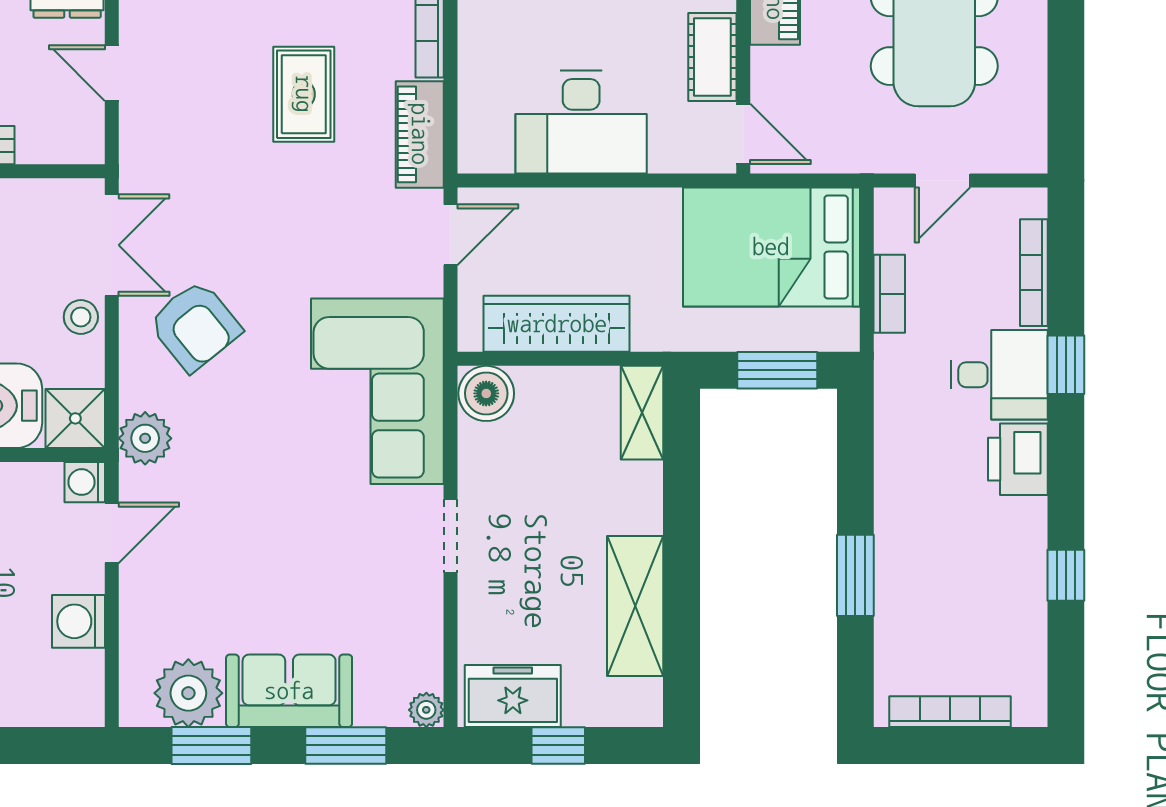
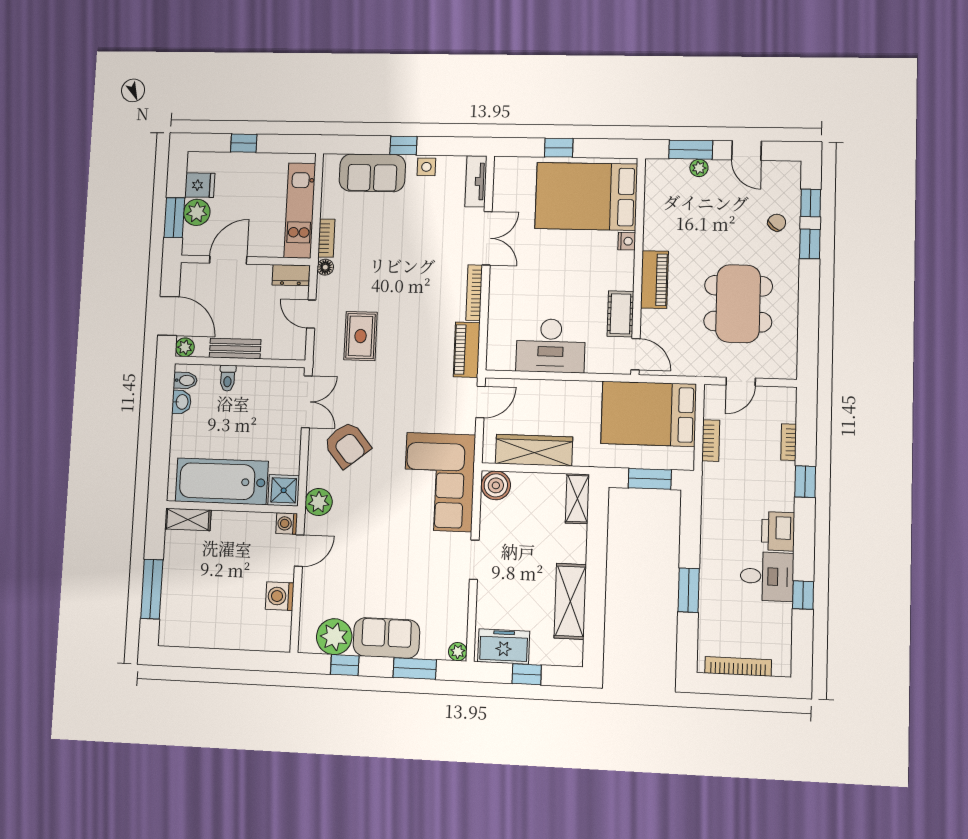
rug: (304, 94) -> (361, 336), moved
bookcase: (1034, 273) -> (789, 442), width x0.64
stool: (81, 317) -> (289, 438), removed
desk: (999, 375) -> (767, 576), moved
window: (211, 745) -> (345, 665), width x0.67

